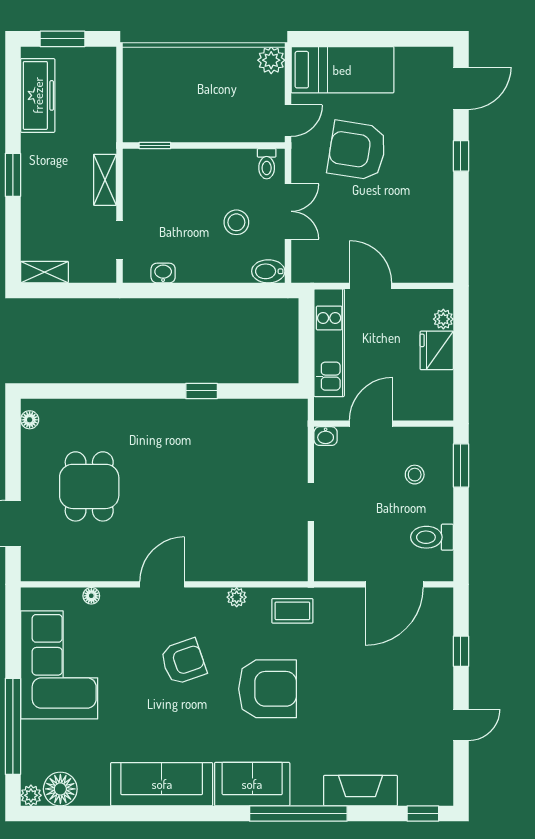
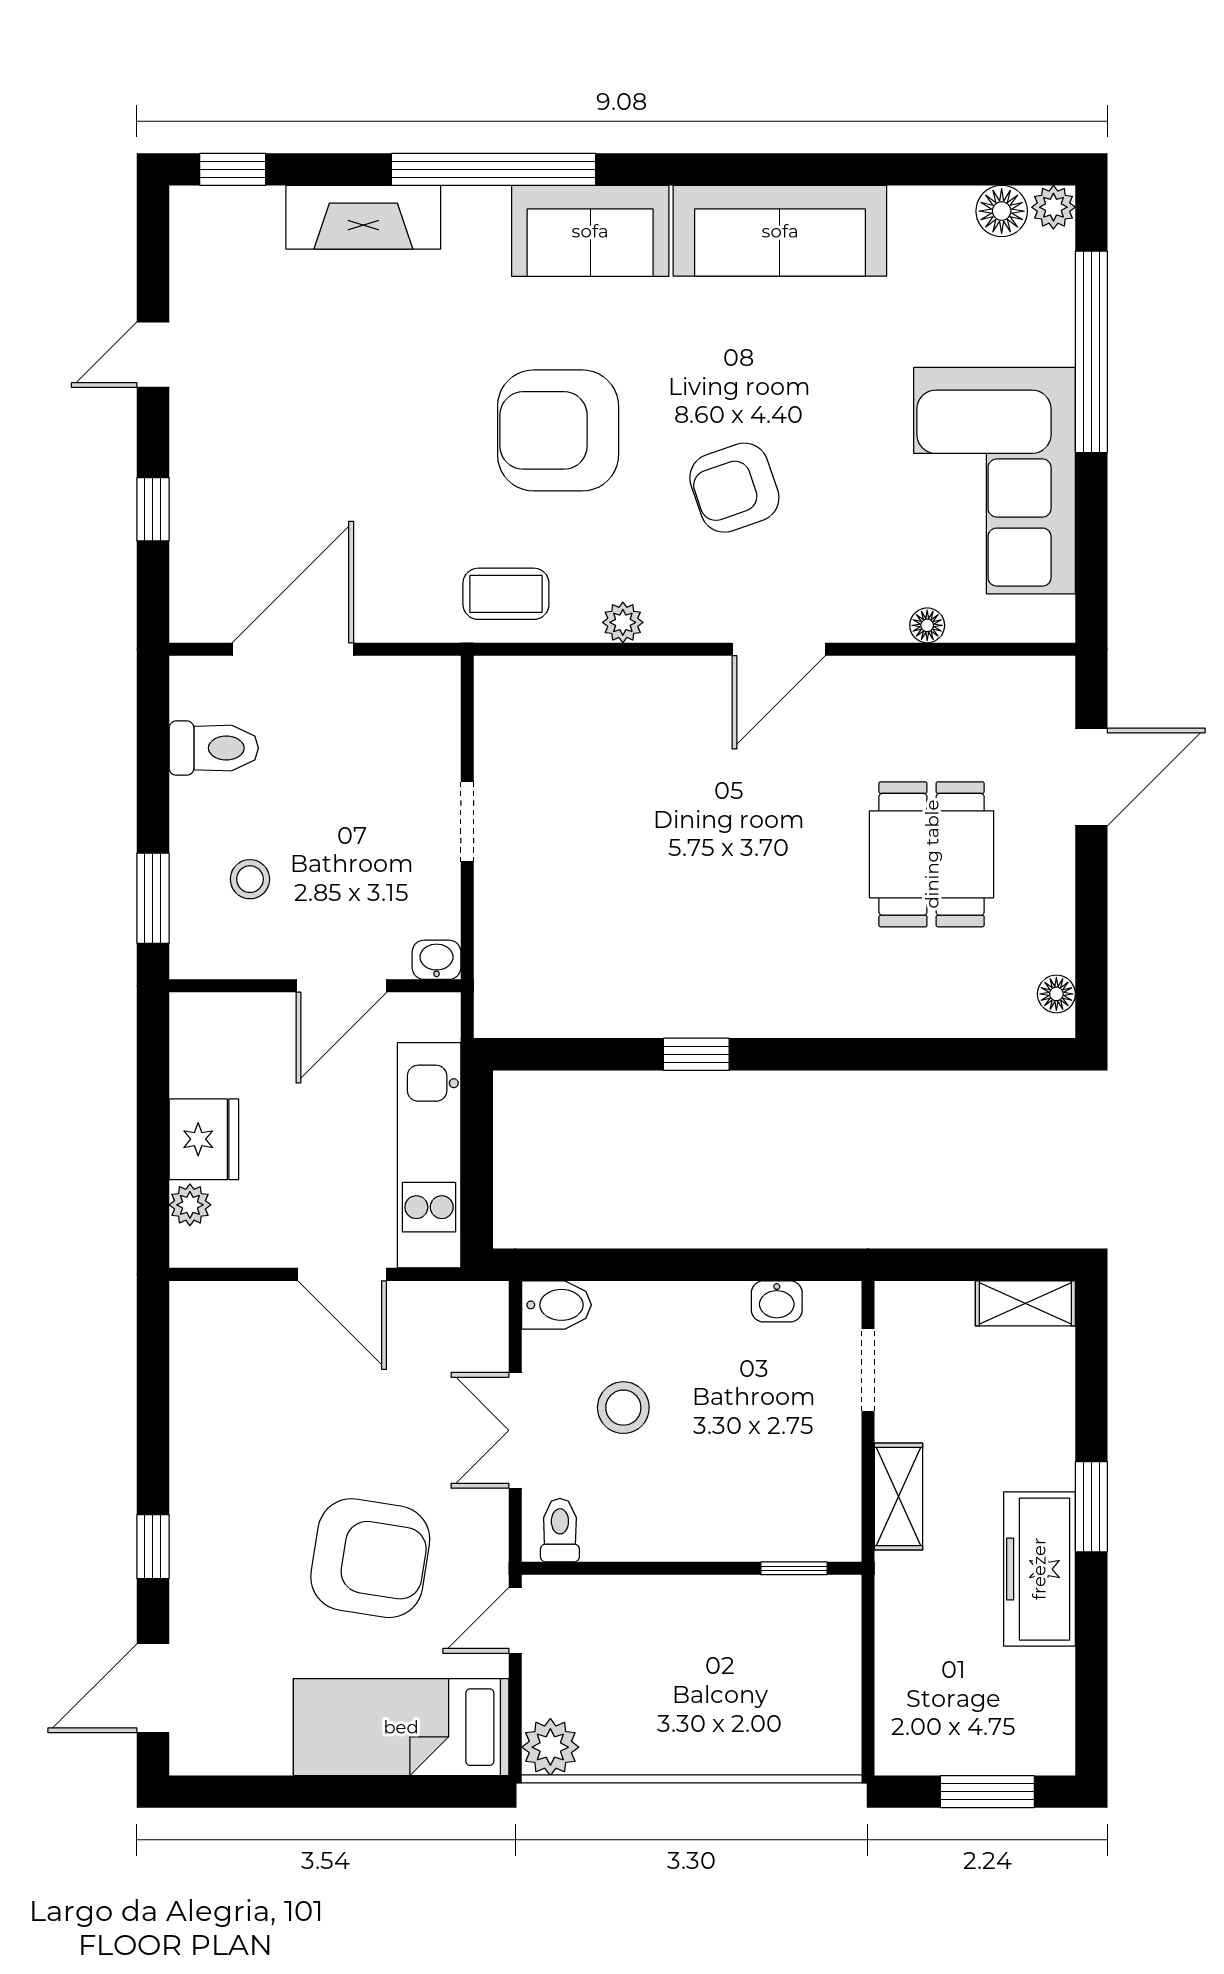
freezer: (38, 95) -> (1039, 1569), moved
floor lamp: (60, 789) -> (1002, 211), width x0.73, depth x0.73

